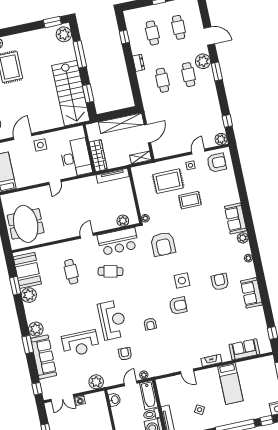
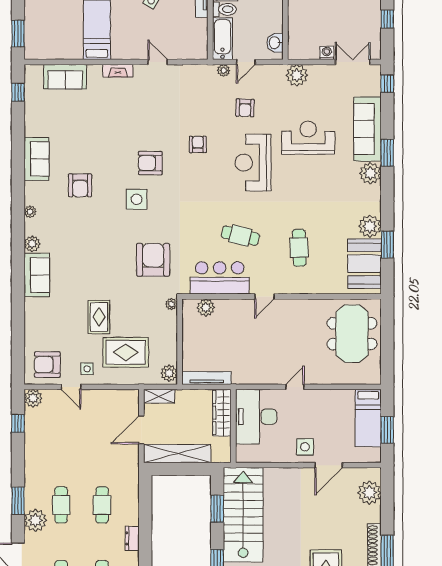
door: (198, 152) -> (71, 387), hinge flipped
plant: (137, 174) -> (169, 373), added
rug: (190, 200) -> (99, 317), turned 90

